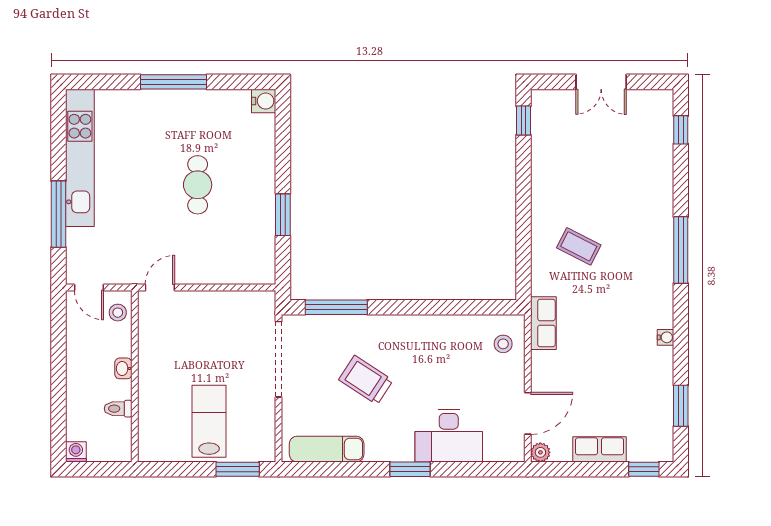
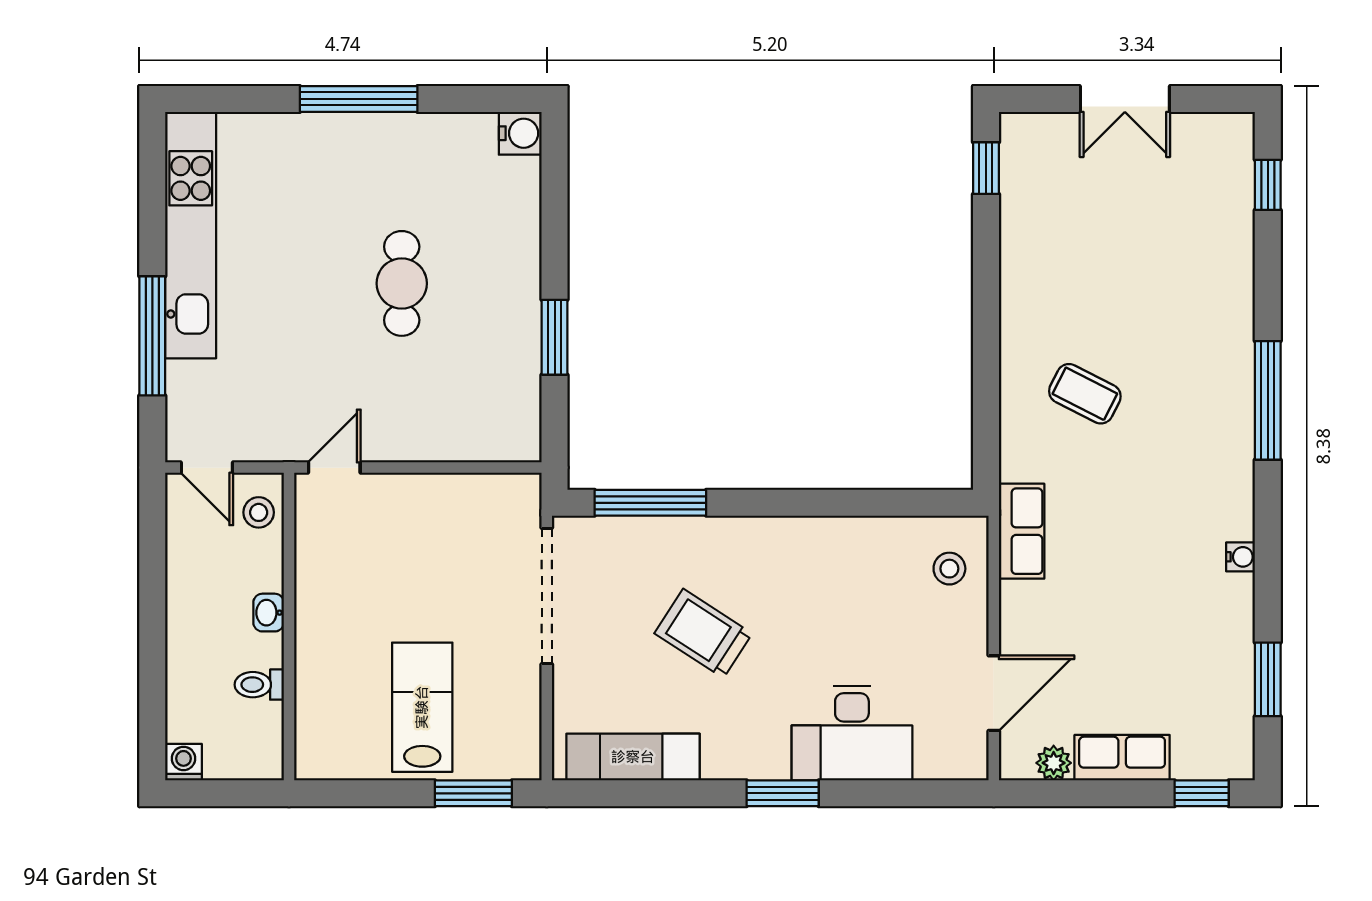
plant: (540, 452) -> (1054, 763), moved

